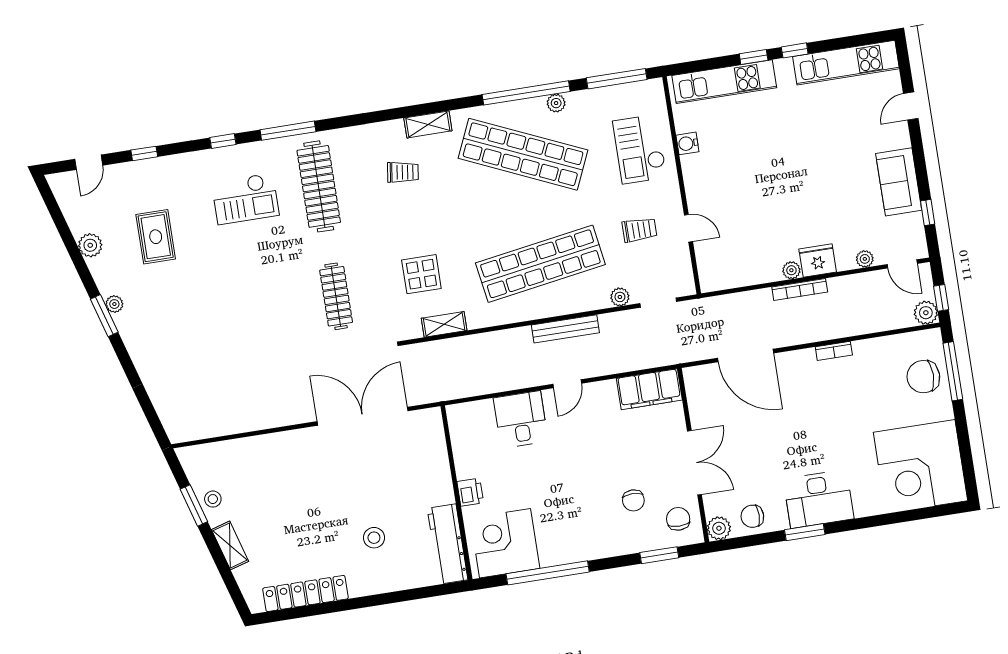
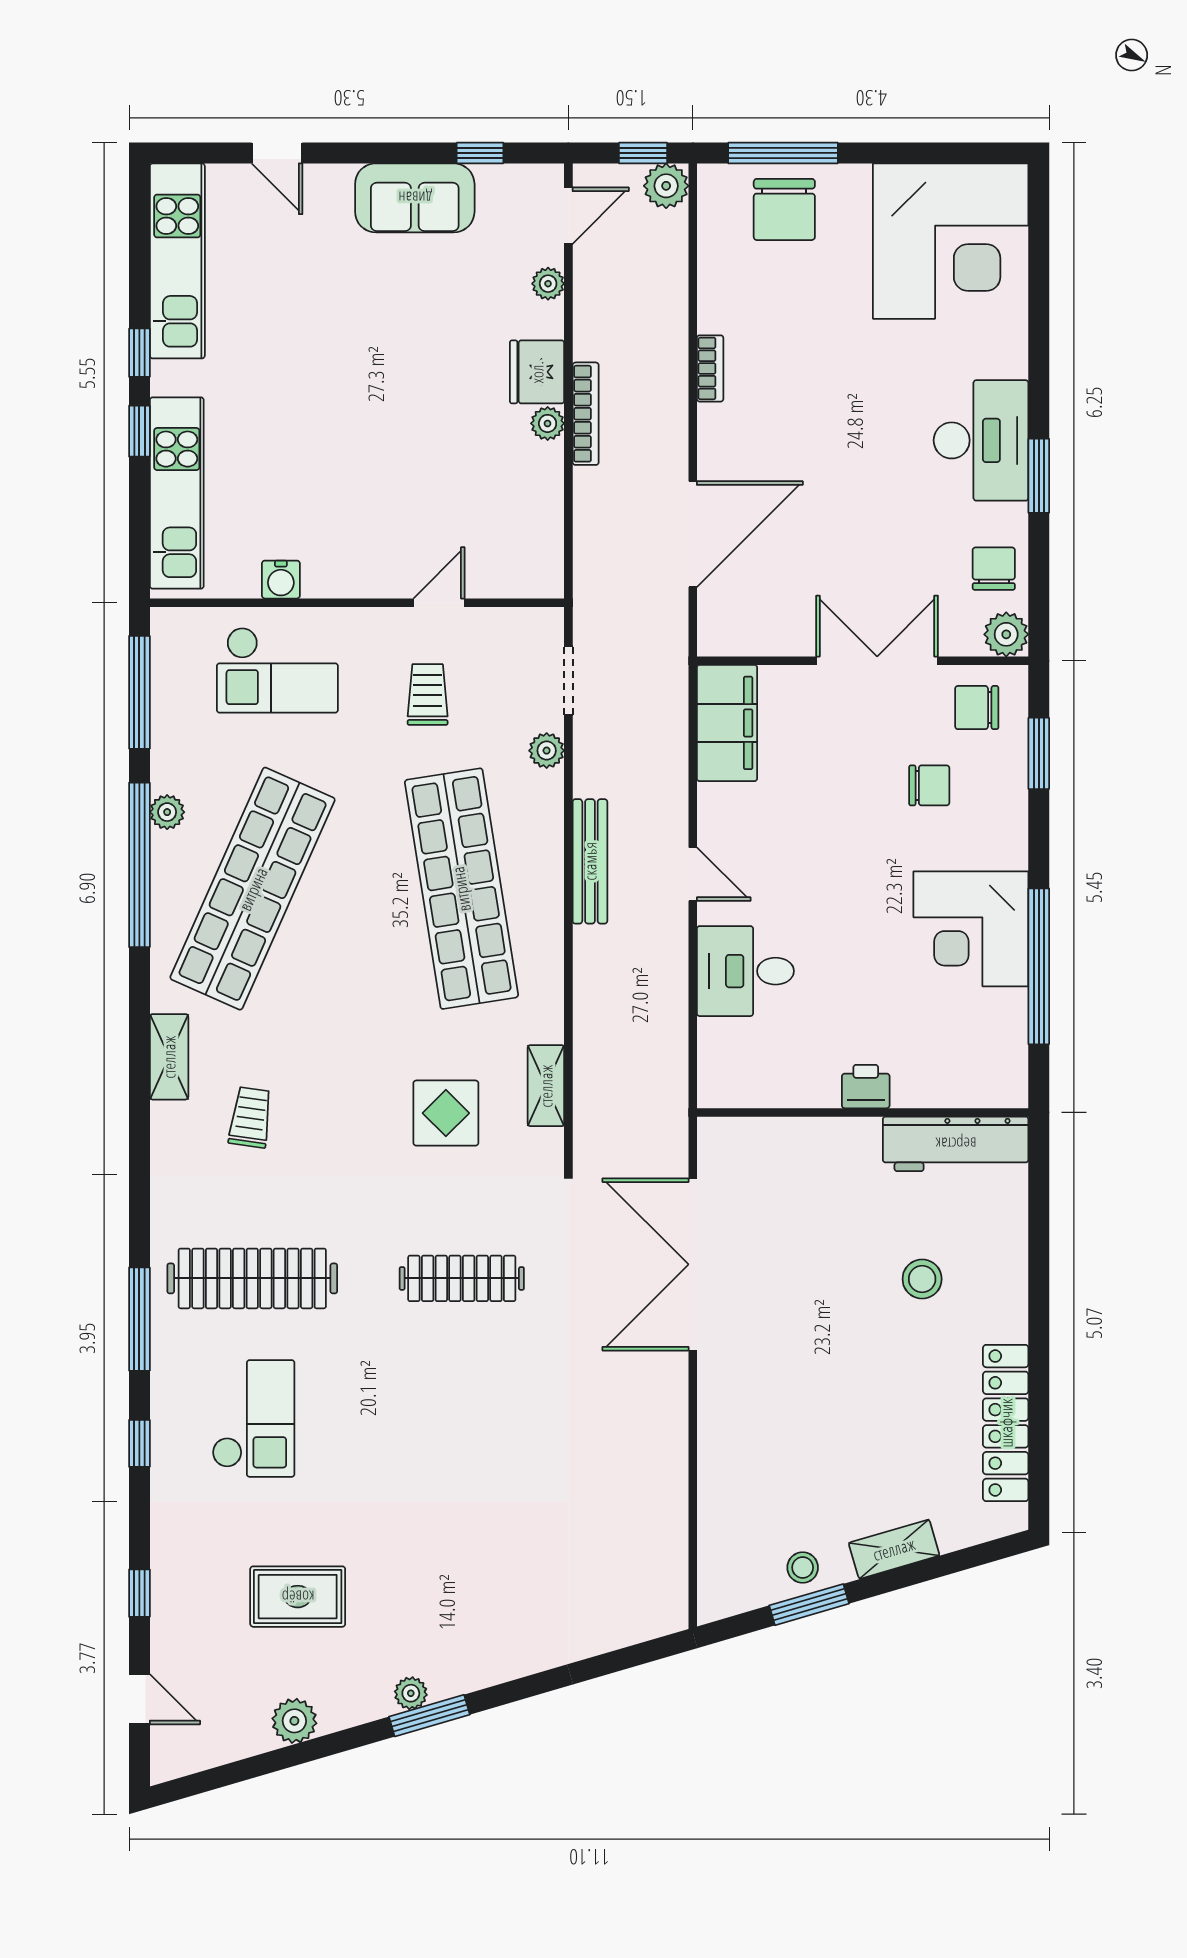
chair: (752, 516) -> (994, 569), turned 180
corner desk: (505, 543) -> (971, 929), moved

